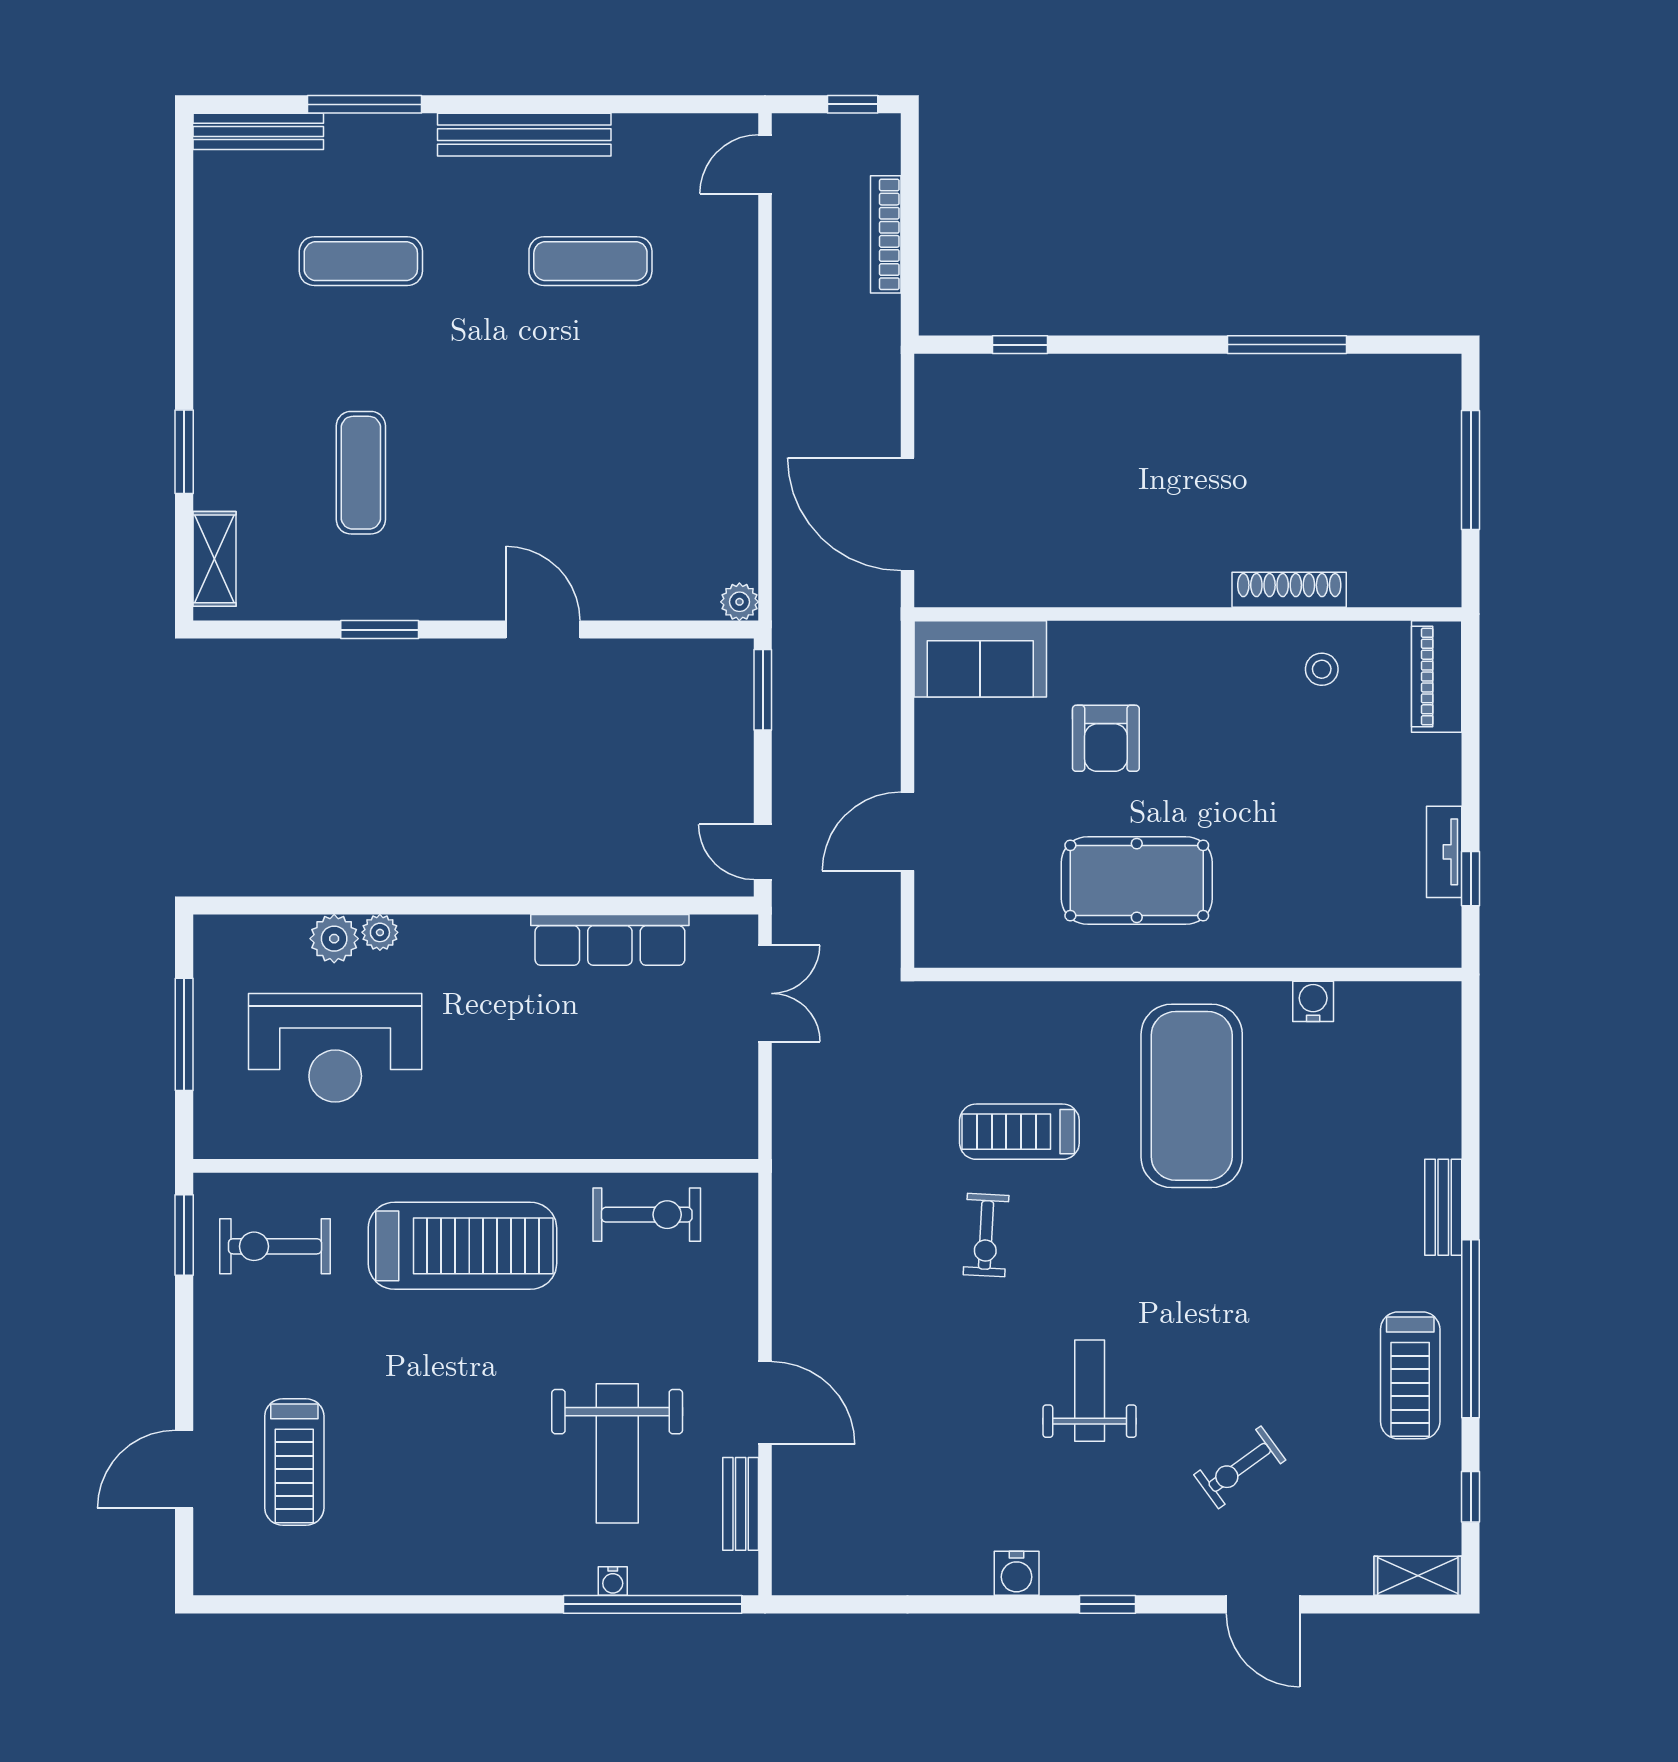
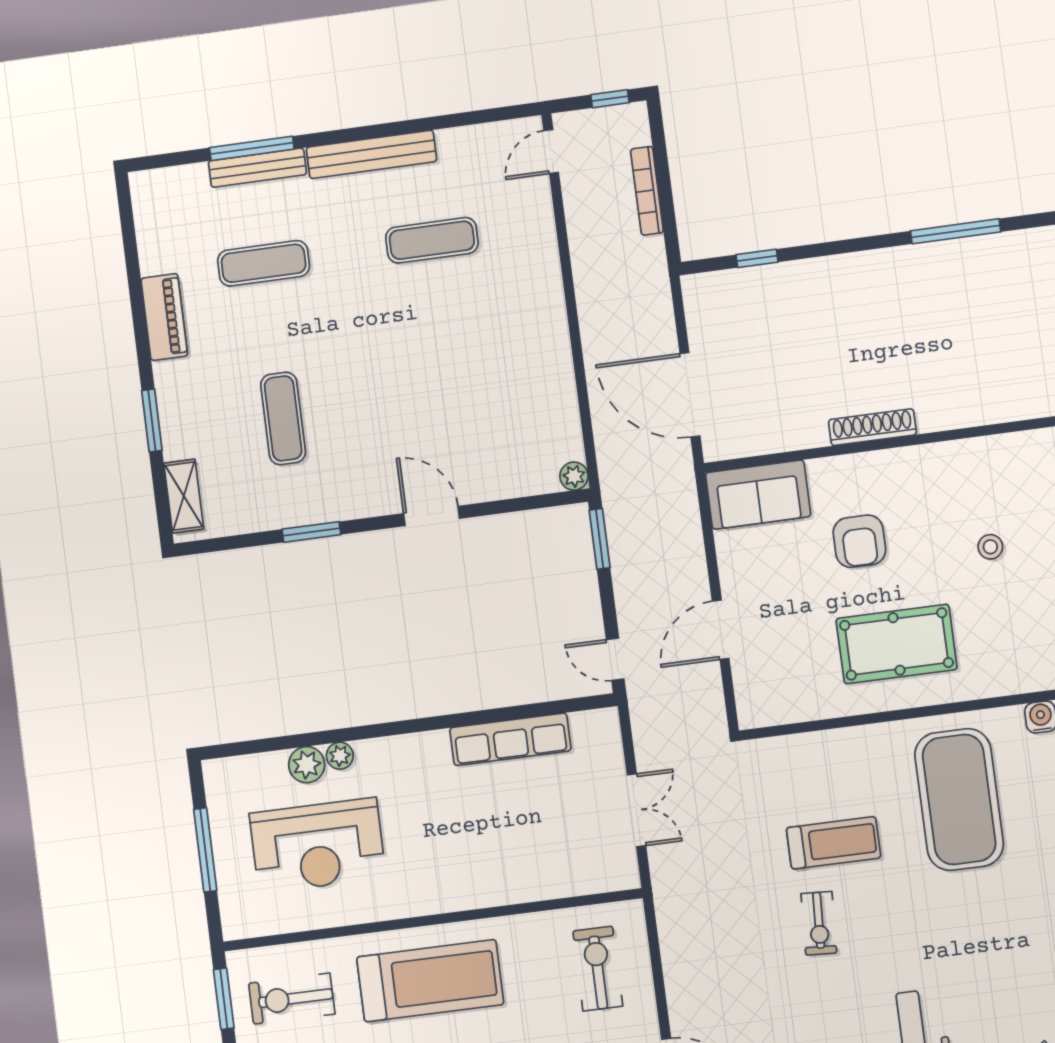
bench: (258, 131) -> (257, 168), moved
piano: (218, 315) -> (164, 317), added
shoe rack: (1289, 590) -> (872, 427), moved
stool: (1322, 669) -> (990, 547), moved
double door: (765, 993) -> (636, 810), moved
treadmill: (1019, 1132) -> (834, 843), turned 180
exercise bike: (647, 1215) -> (598, 969), moved, turned -90

